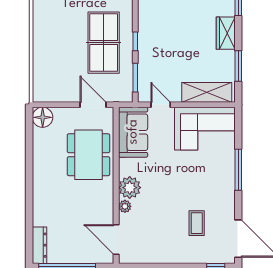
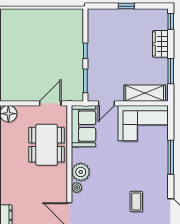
table tennis table: (104, 43) -> (59, 52), removed
door: (93, 105) -> (50, 103), hinge flipped
door: (161, 105) -> (106, 103), swing flipped

